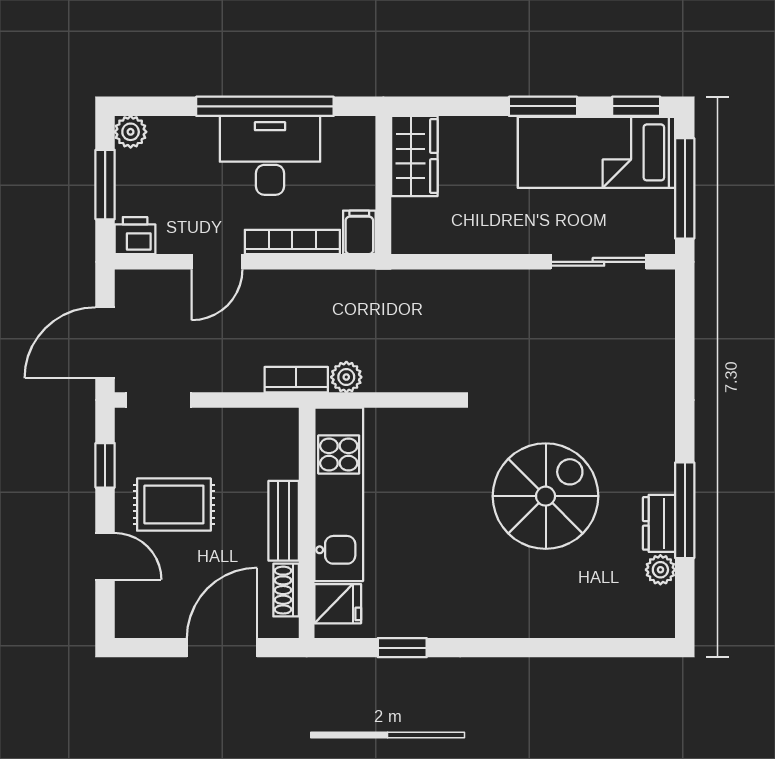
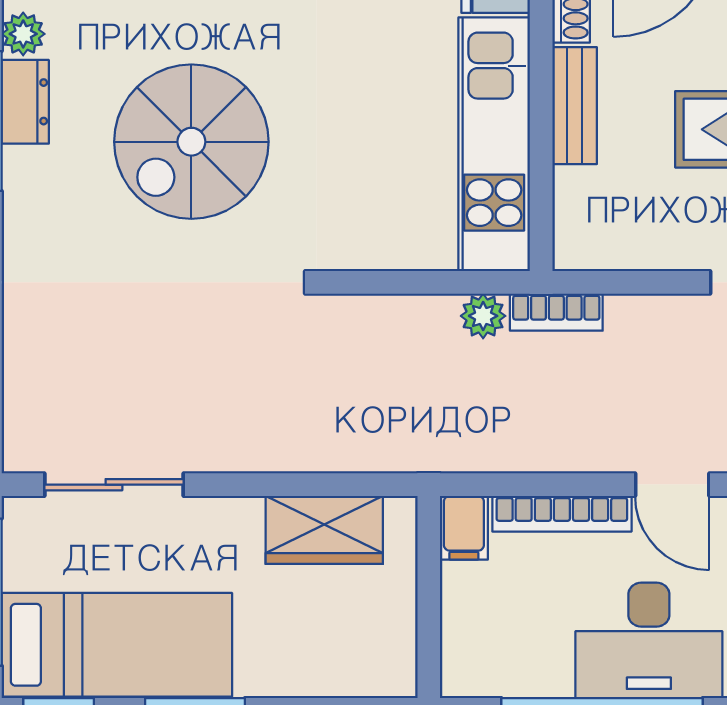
desk: (270, 155) -> (649, 640), moved
wardrobe: (414, 156) -> (324, 530), moved, turned -90
door: (217, 262) -> (672, 485), swing flipped

